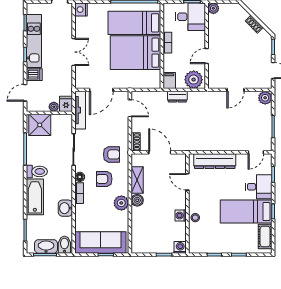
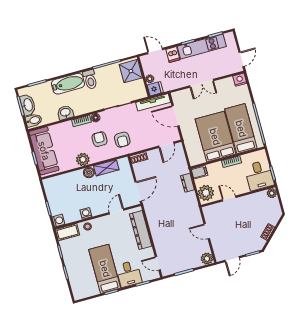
door: (160, 152) -> (138, 191), moved
cot: (265, 236) -> (67, 232), moved

